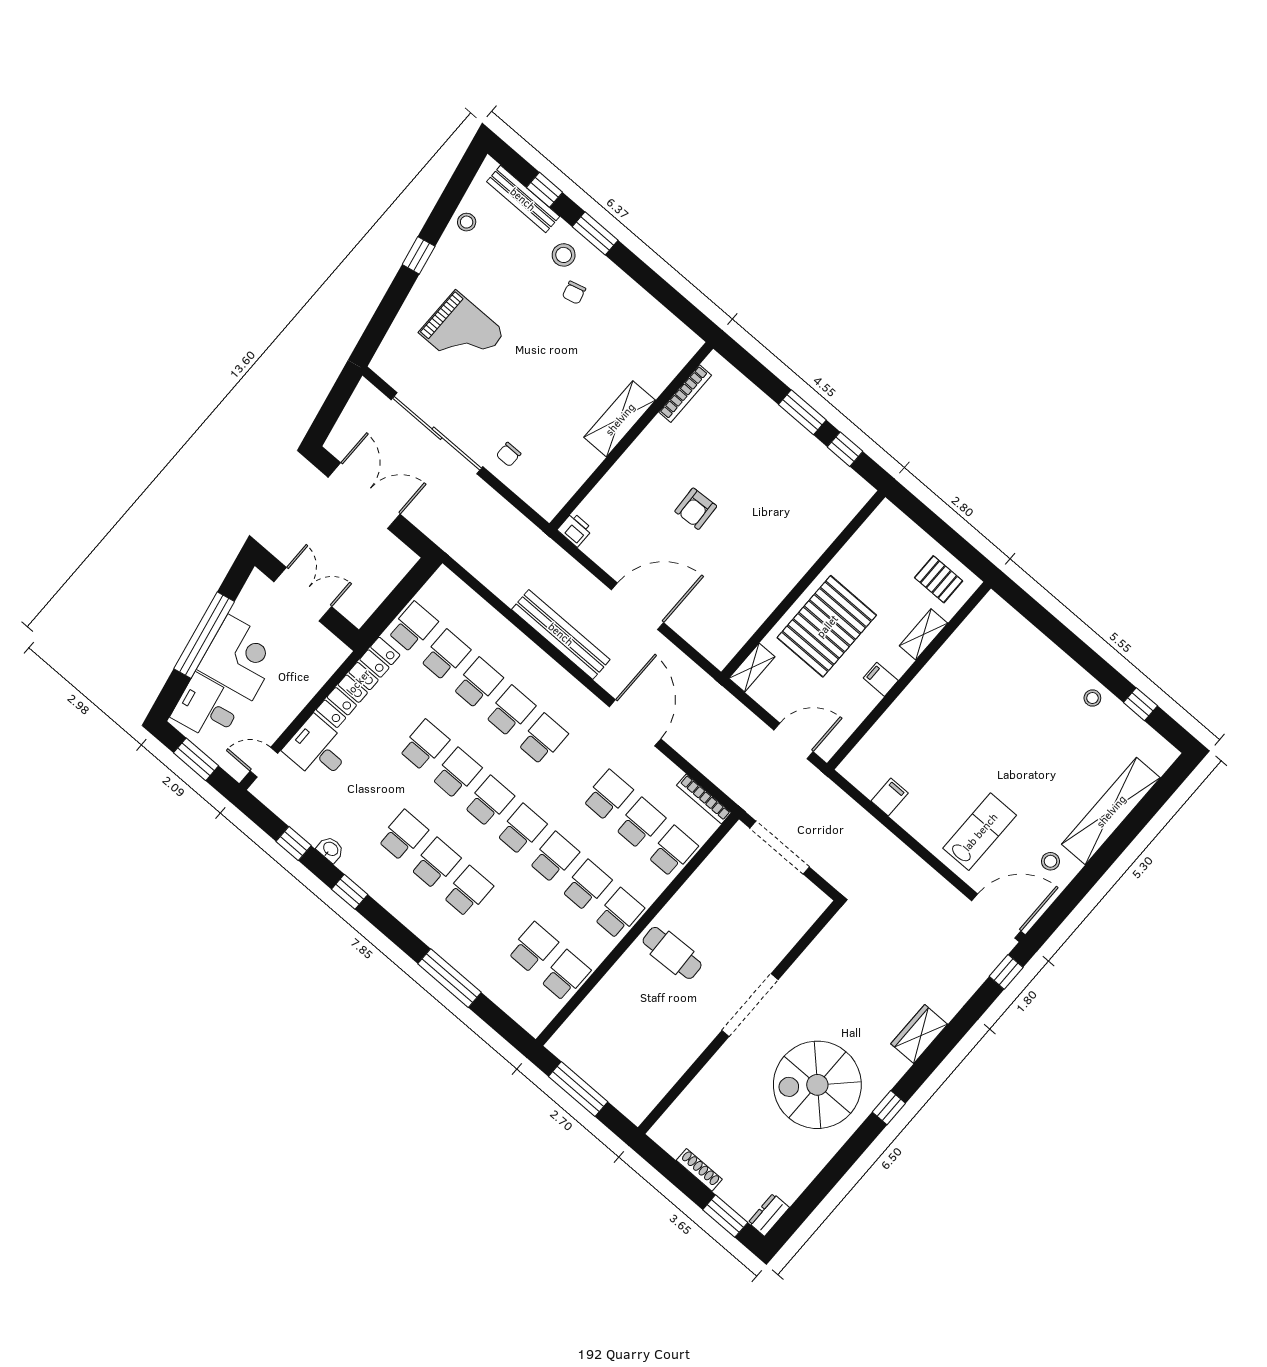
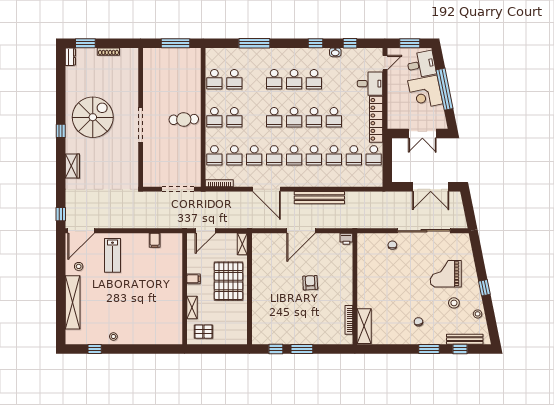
stool: (564, 255) -> (454, 303), moved
shelving: (620, 419) -> (364, 326), moved
school desk: (554, 857) -> (274, 155), moved

